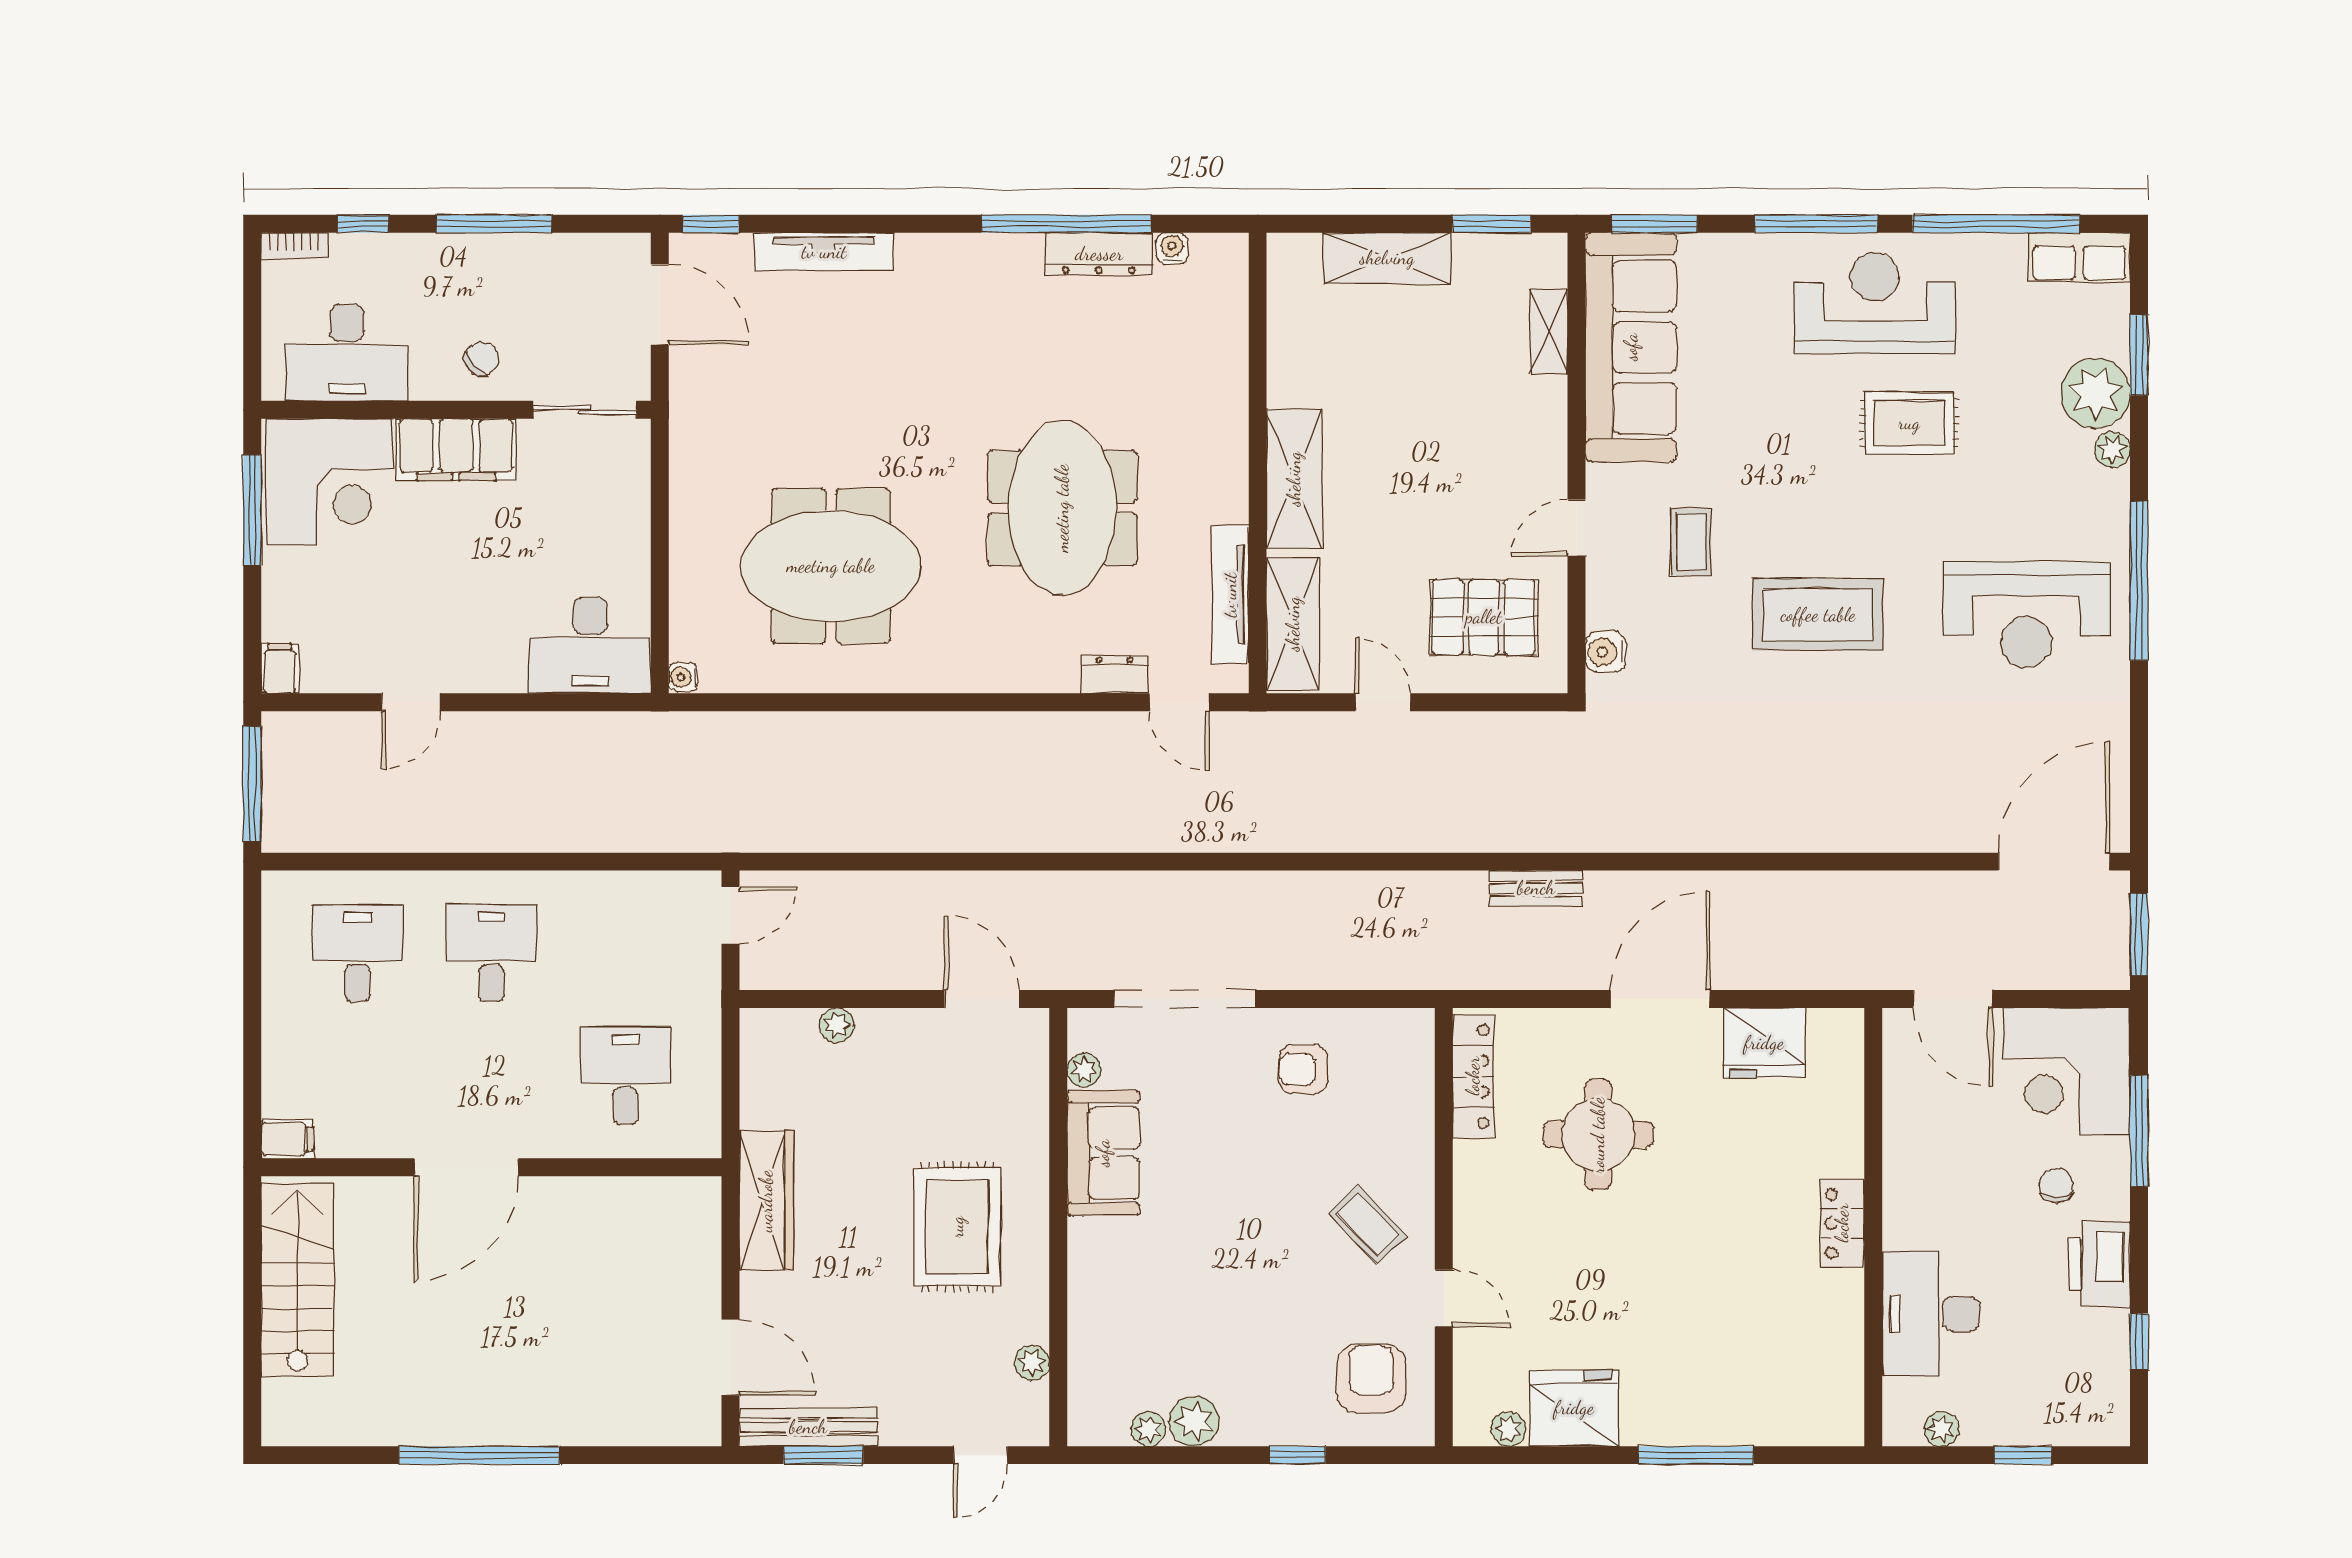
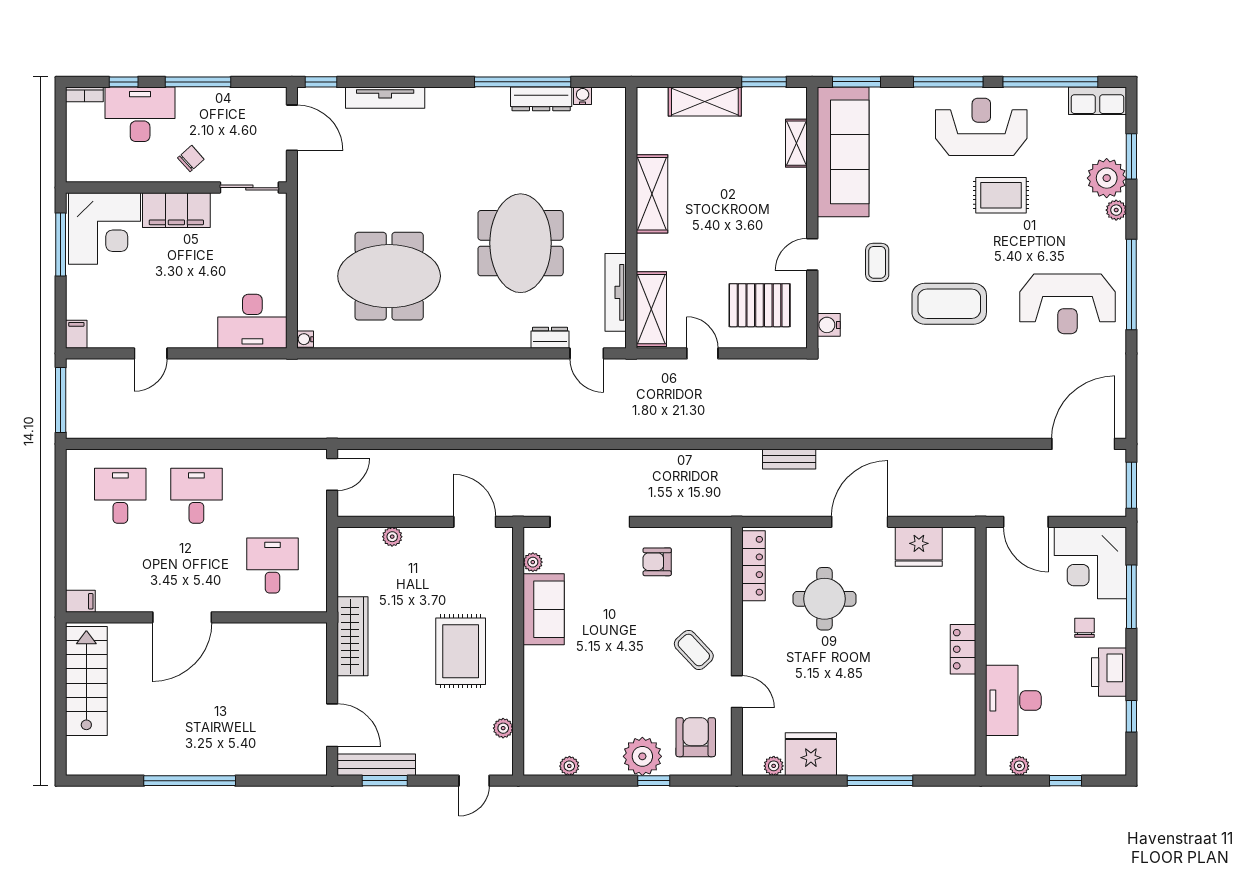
desk: (347, 353) -> (140, 114), moved, turned 180
shelving: (1294, 479) -> (652, 194), moved
plant: (1194, 1421) -> (642, 756), moved, width x1.36, depth x1.36

